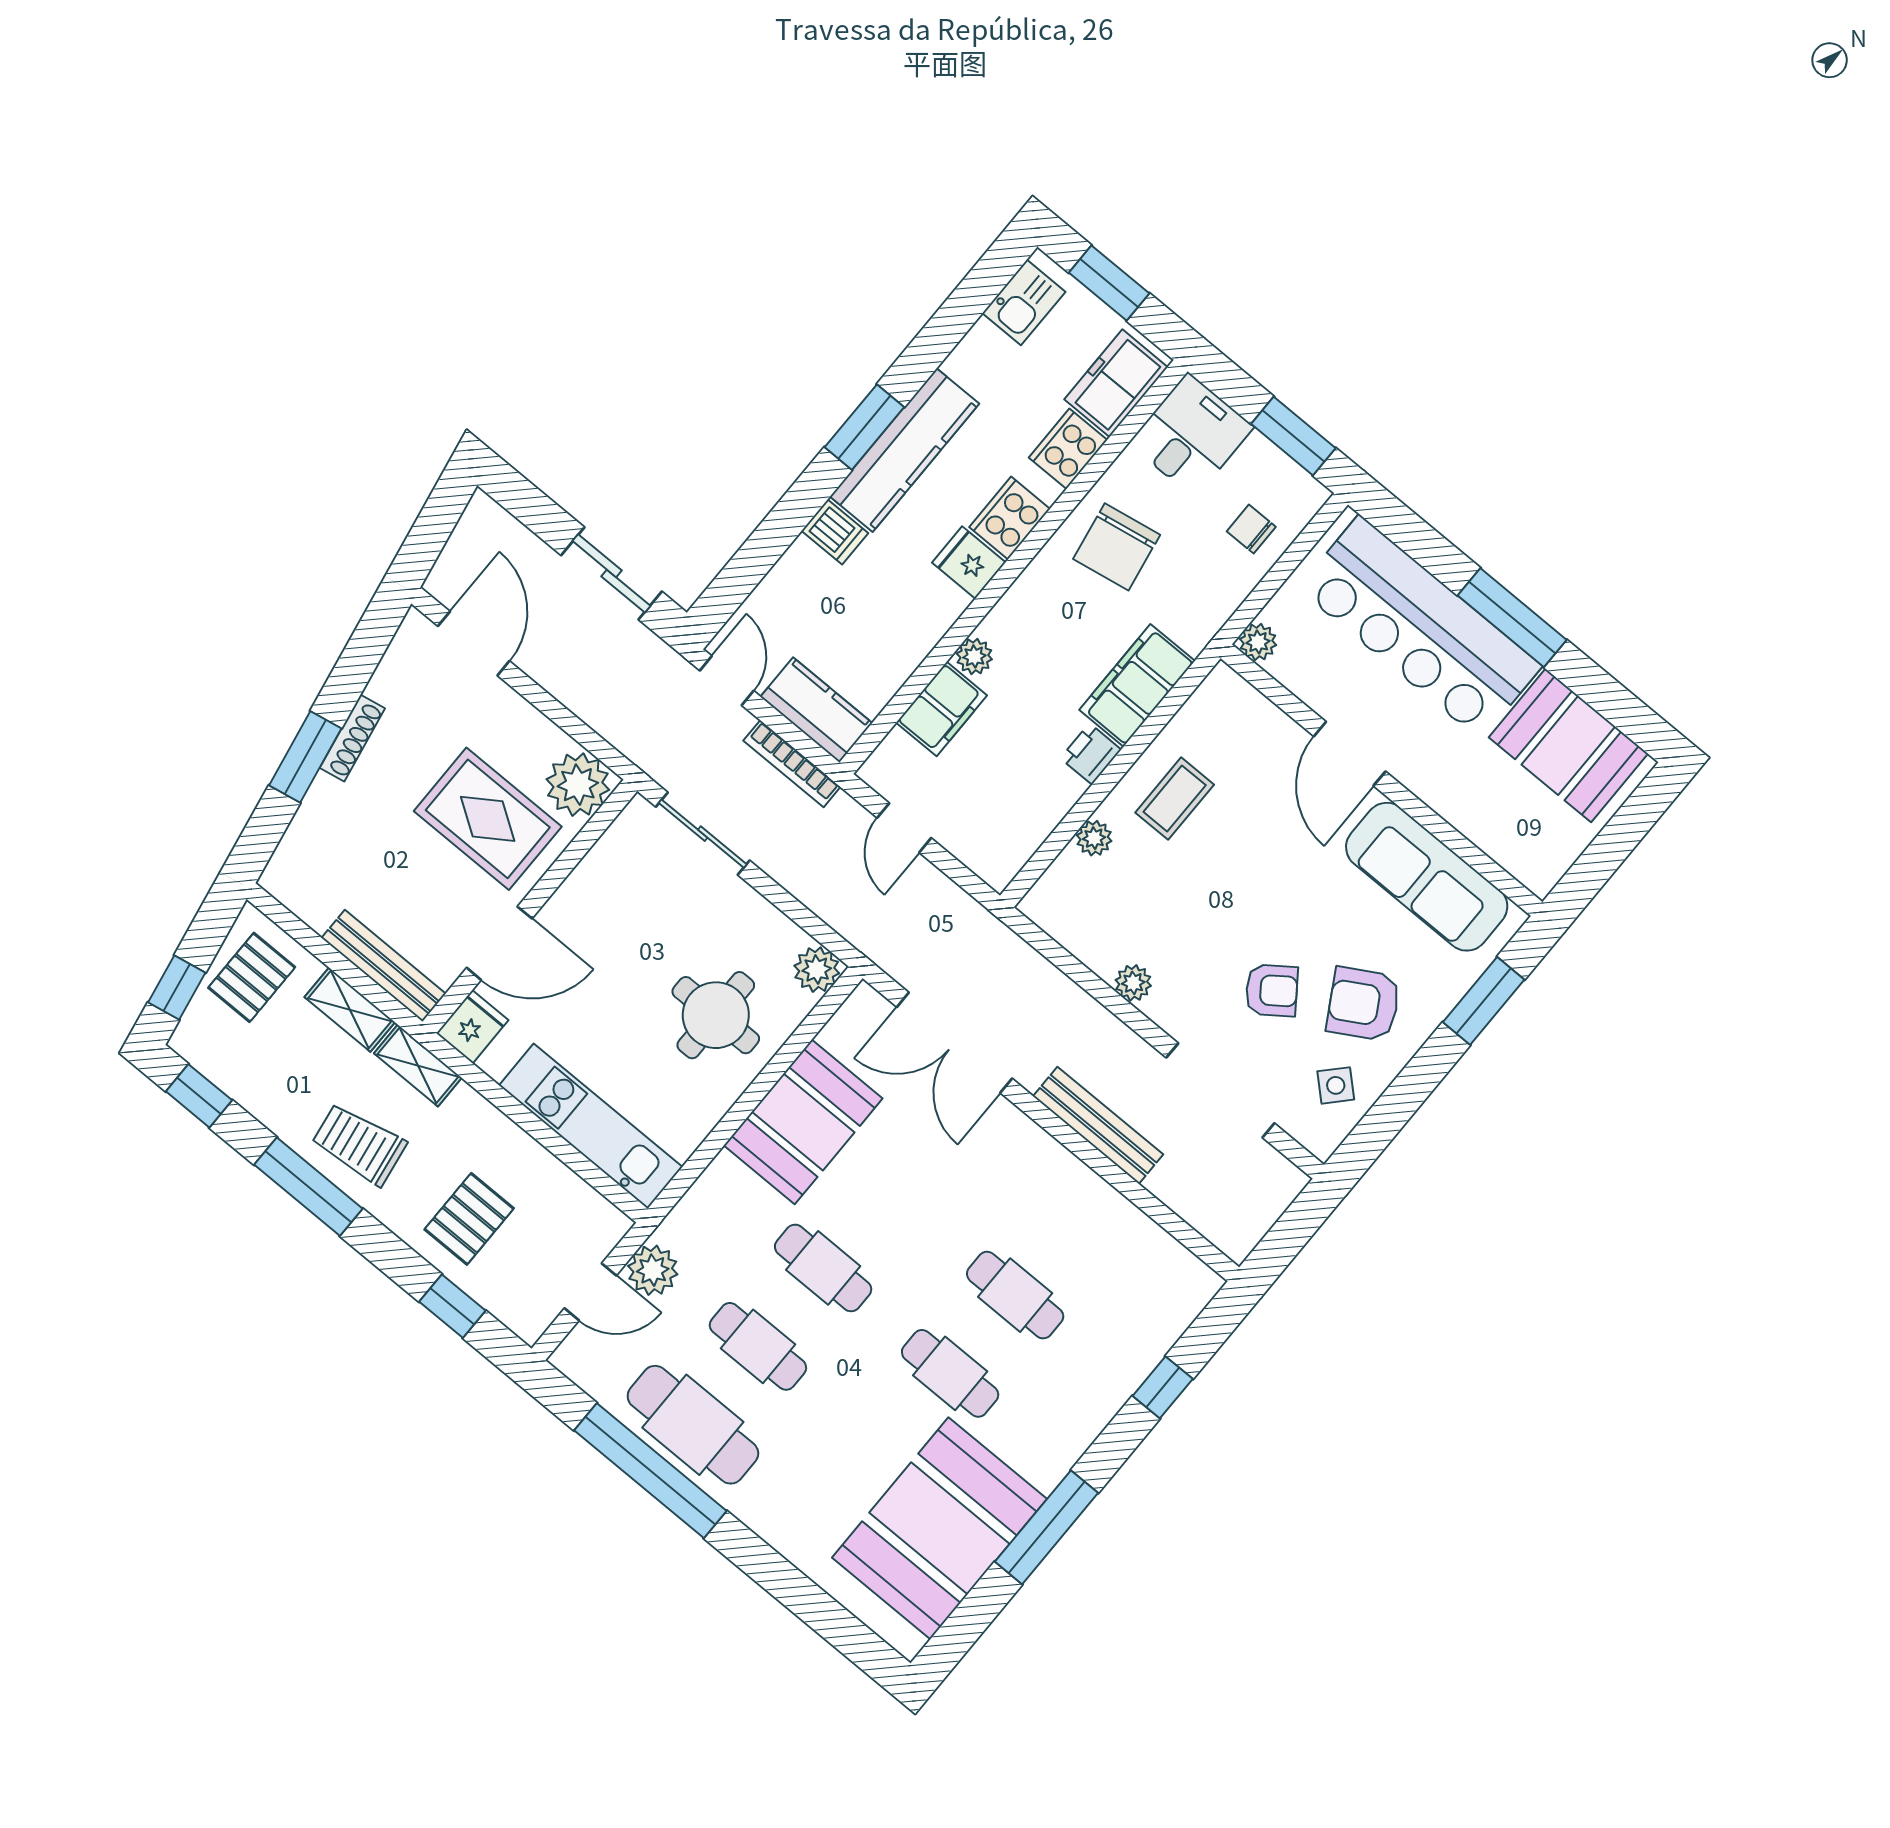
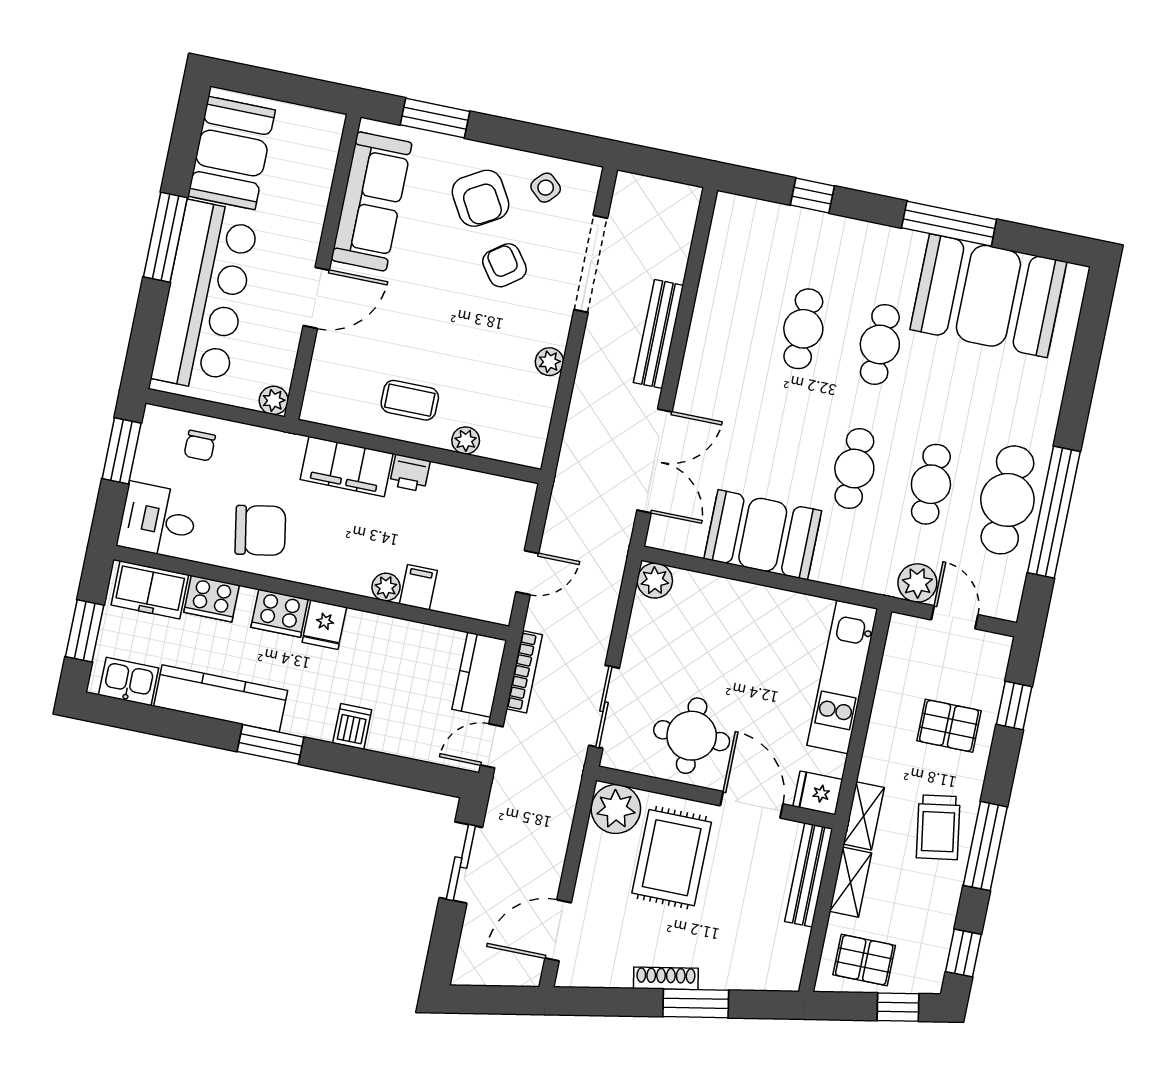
kitchen counter: (905, 450) -> (221, 698), moved
filing cabinet: (942, 709) -> (418, 587), width x0.50
round table: (716, 1015) -> (692, 736), moved

